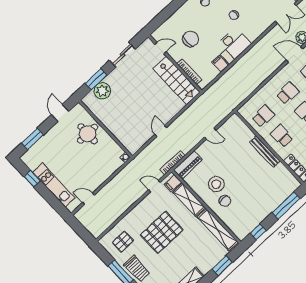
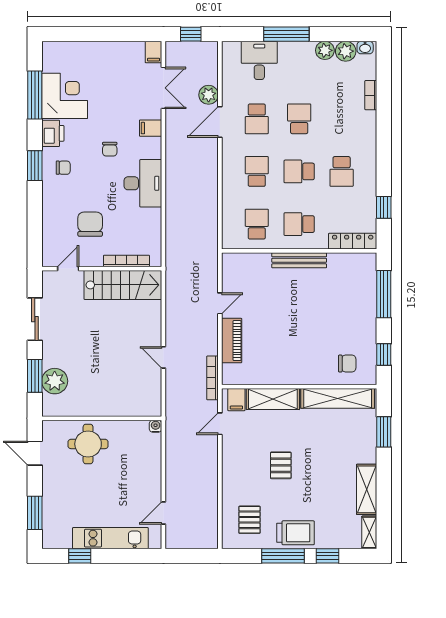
filing cabinet: (220, 64) -> (151, 128), moved
piano: (188, 165) -> (232, 341), moved
stool: (216, 184) -> (284, 351), removed
chair: (225, 201) -> (347, 364), moved
pallet: (162, 232) -> (281, 465), width x0.49, depth x0.50

